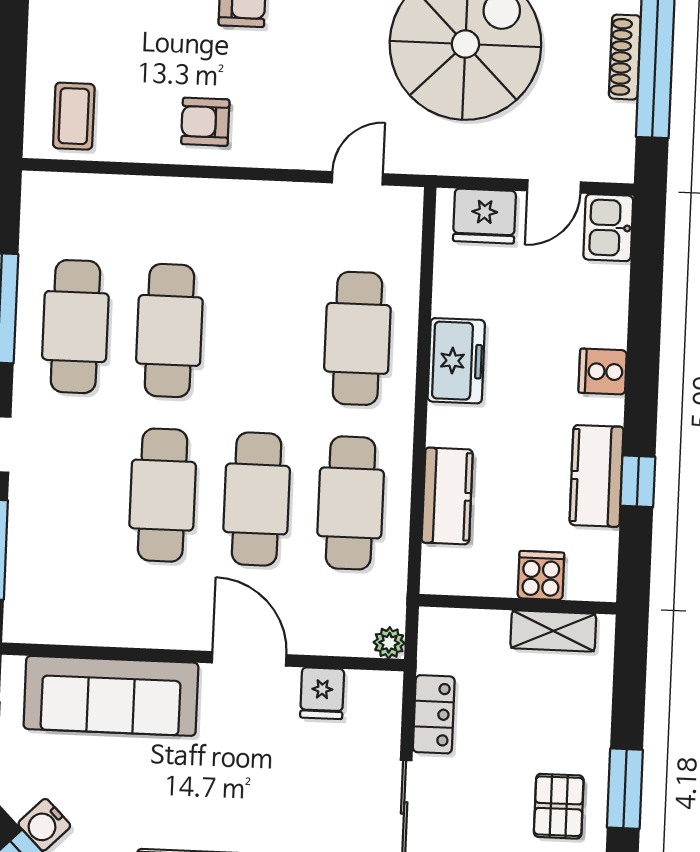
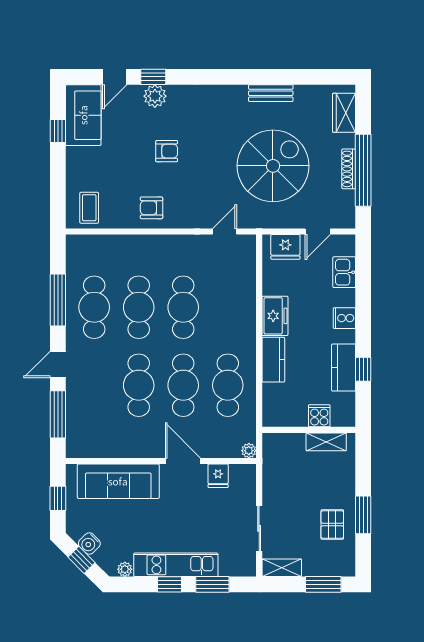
kitchen sink: (608, 228) -> (344, 272), moved
cafe table: (357, 338) -> (183, 307), moved
kitchen counter: (447, 496) -> (273, 360), moved
locker: (434, 714) -> (271, 484), removed

